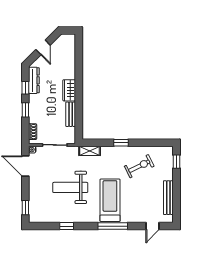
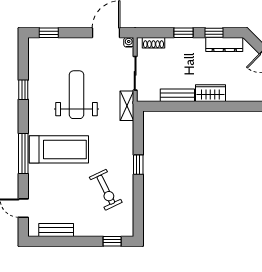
shelving: (90, 151) -> (127, 106), moved
bench: (168, 198) -> (56, 230), width x0.73

